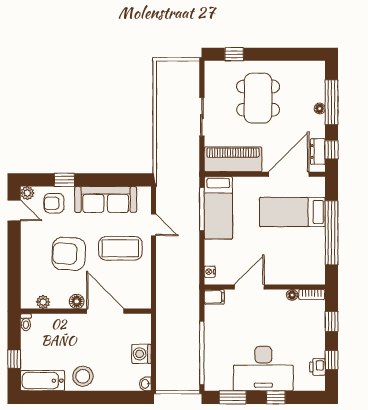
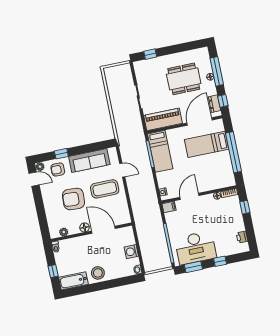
dining table: (258, 98) -> (184, 79), moved, turned 90
window: (332, 360) -> (250, 231), removed
desk: (263, 369) -> (196, 248), moved

